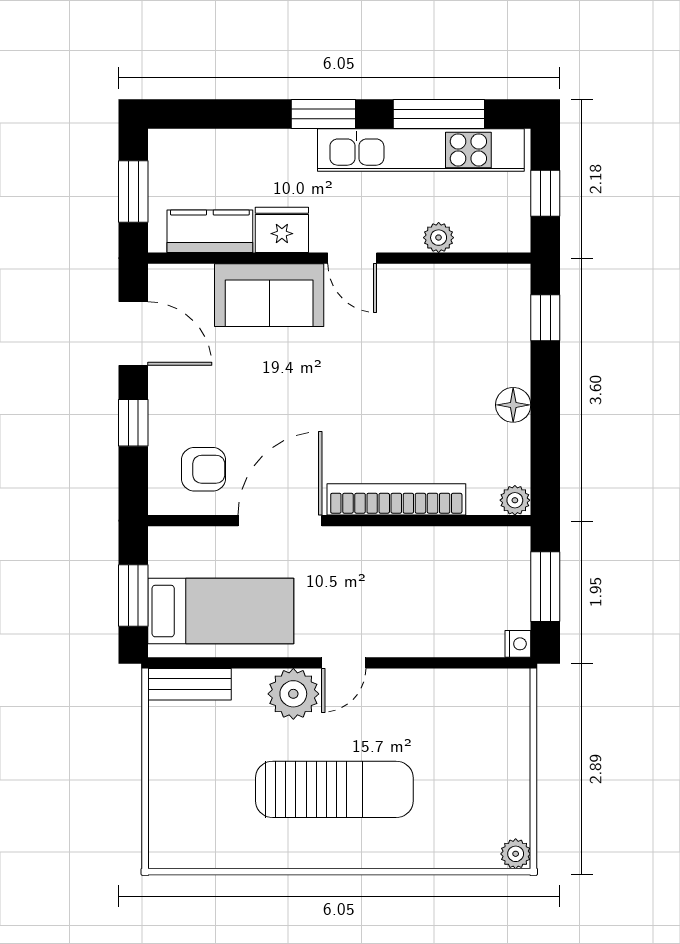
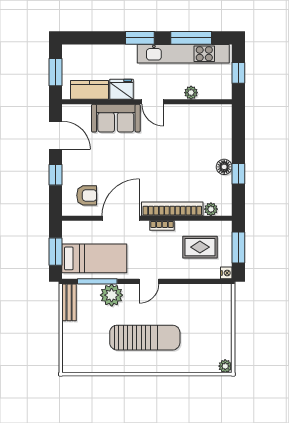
window: (545, 318) -> (238, 174), moved
plant: (515, 500) -> (211, 209), moved
bookcase: (373, 537) -> (162, 226), added
rug: (459, 586) -> (200, 247), added
window: (227, 663) -> (97, 281), added
bench: (189, 684) -> (69, 302), moved, turned 90
plant: (293, 694) -> (112, 295), moved

